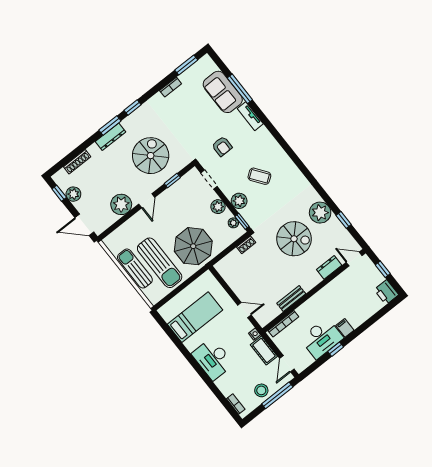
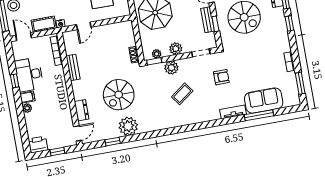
armchair: (222, 146) -> (221, 77), turned 180
bench: (173, 191) -> (207, 20), added
plant: (356, 322) -> (27, 108), added

